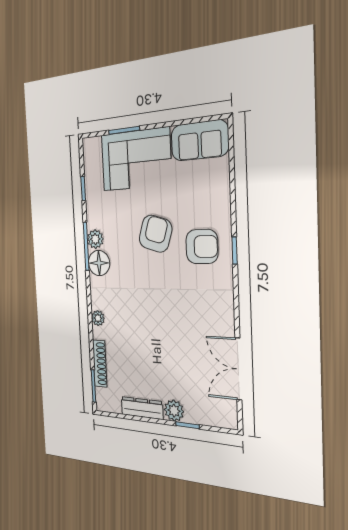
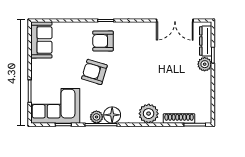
corner sofa: (136, 159) -> (55, 106), moved, turned -90
armchair: (202, 247) -> (103, 41), turned -90
plant: (98, 318) -> (149, 114), width x1.88, depth x1.88
dresser: (142, 408) -> (206, 41), moved

